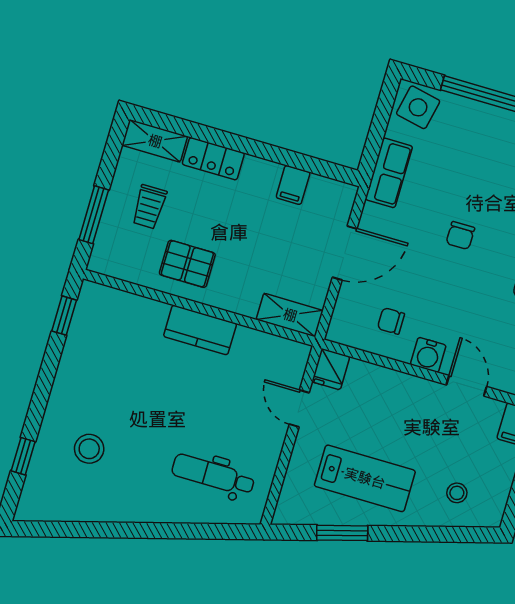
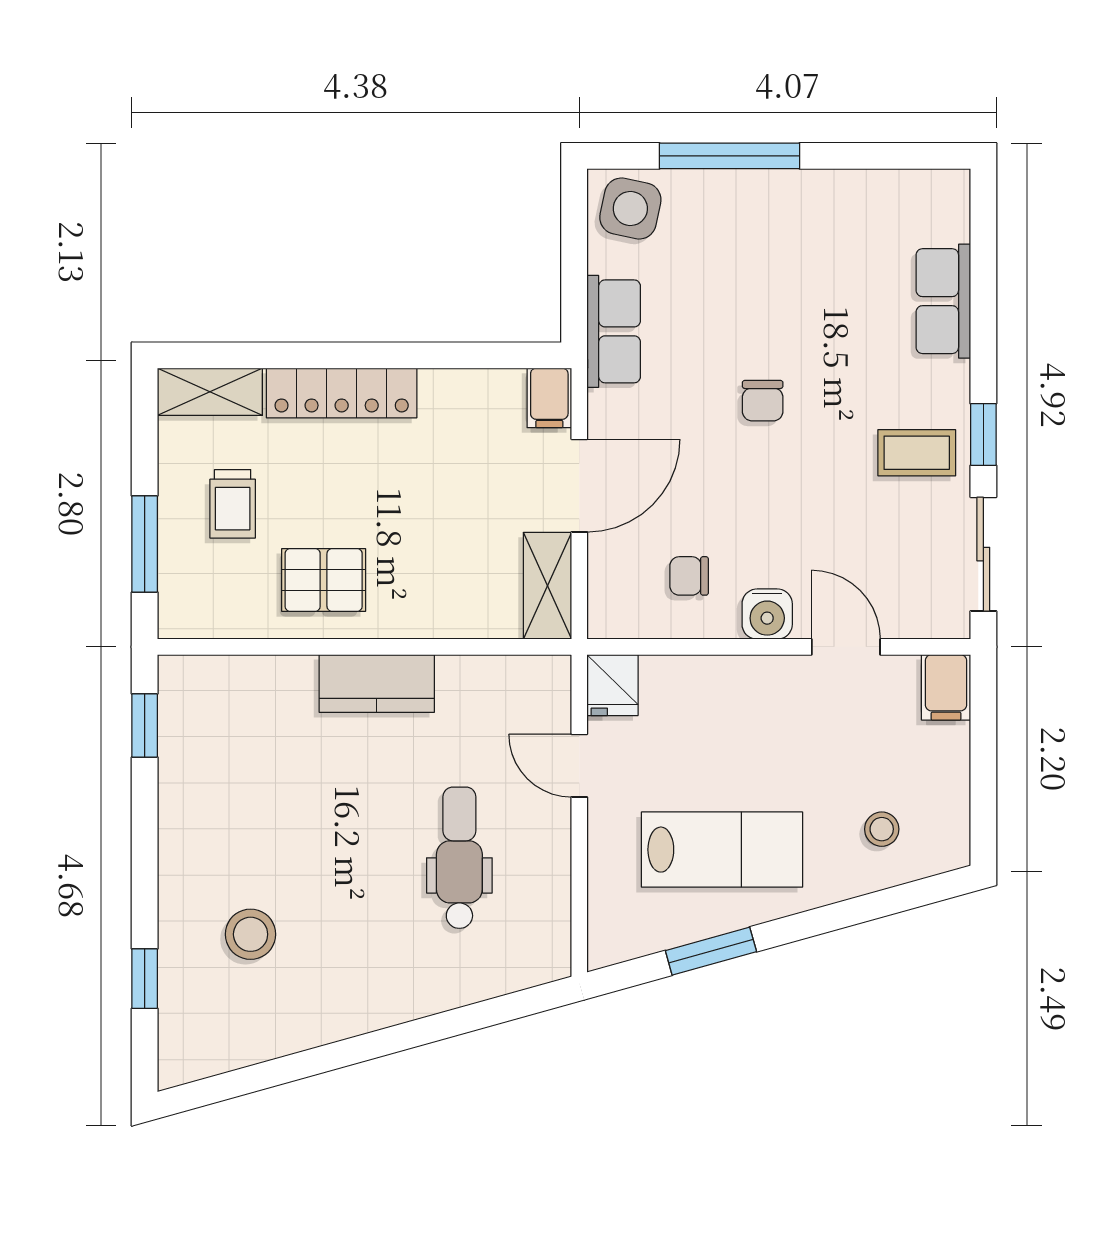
locker: (213, 159) -> (342, 393), width x1.53
filing cabinet: (293, 185) -> (549, 398), moved
shelving: (290, 315) -> (548, 586), moved, turned 90
dental chair: (213, 475) -> (459, 858), moved, turned 90

